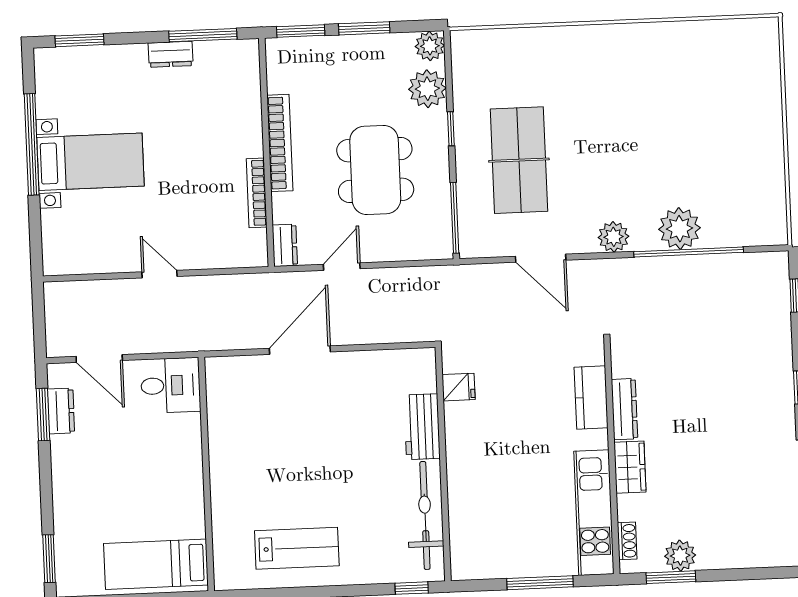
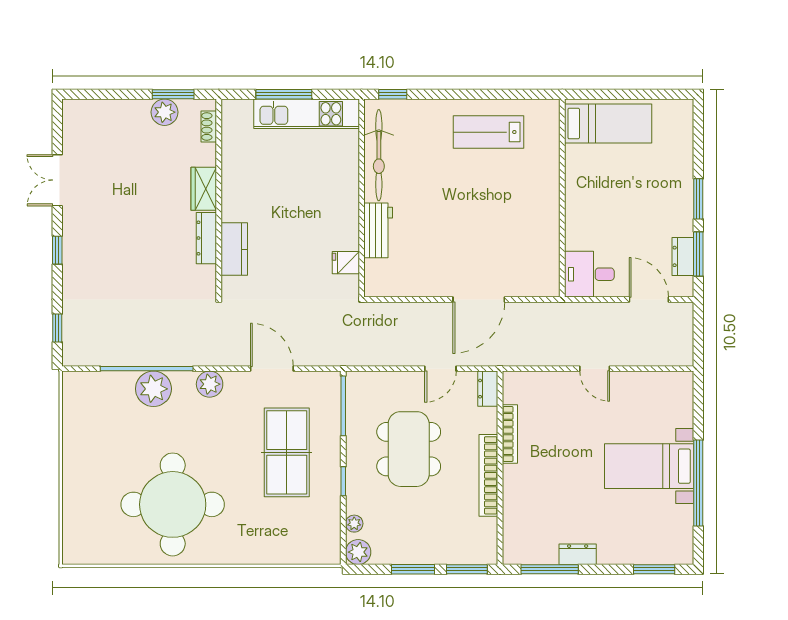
plant: (427, 89) -> (354, 524), width x0.53, depth x0.53
round table: (651, 93) -> (173, 504), added
kitchen unit: (594, 513) -> (307, 114), moved, turned 90
window: (49, 559) -> (698, 199), moved

